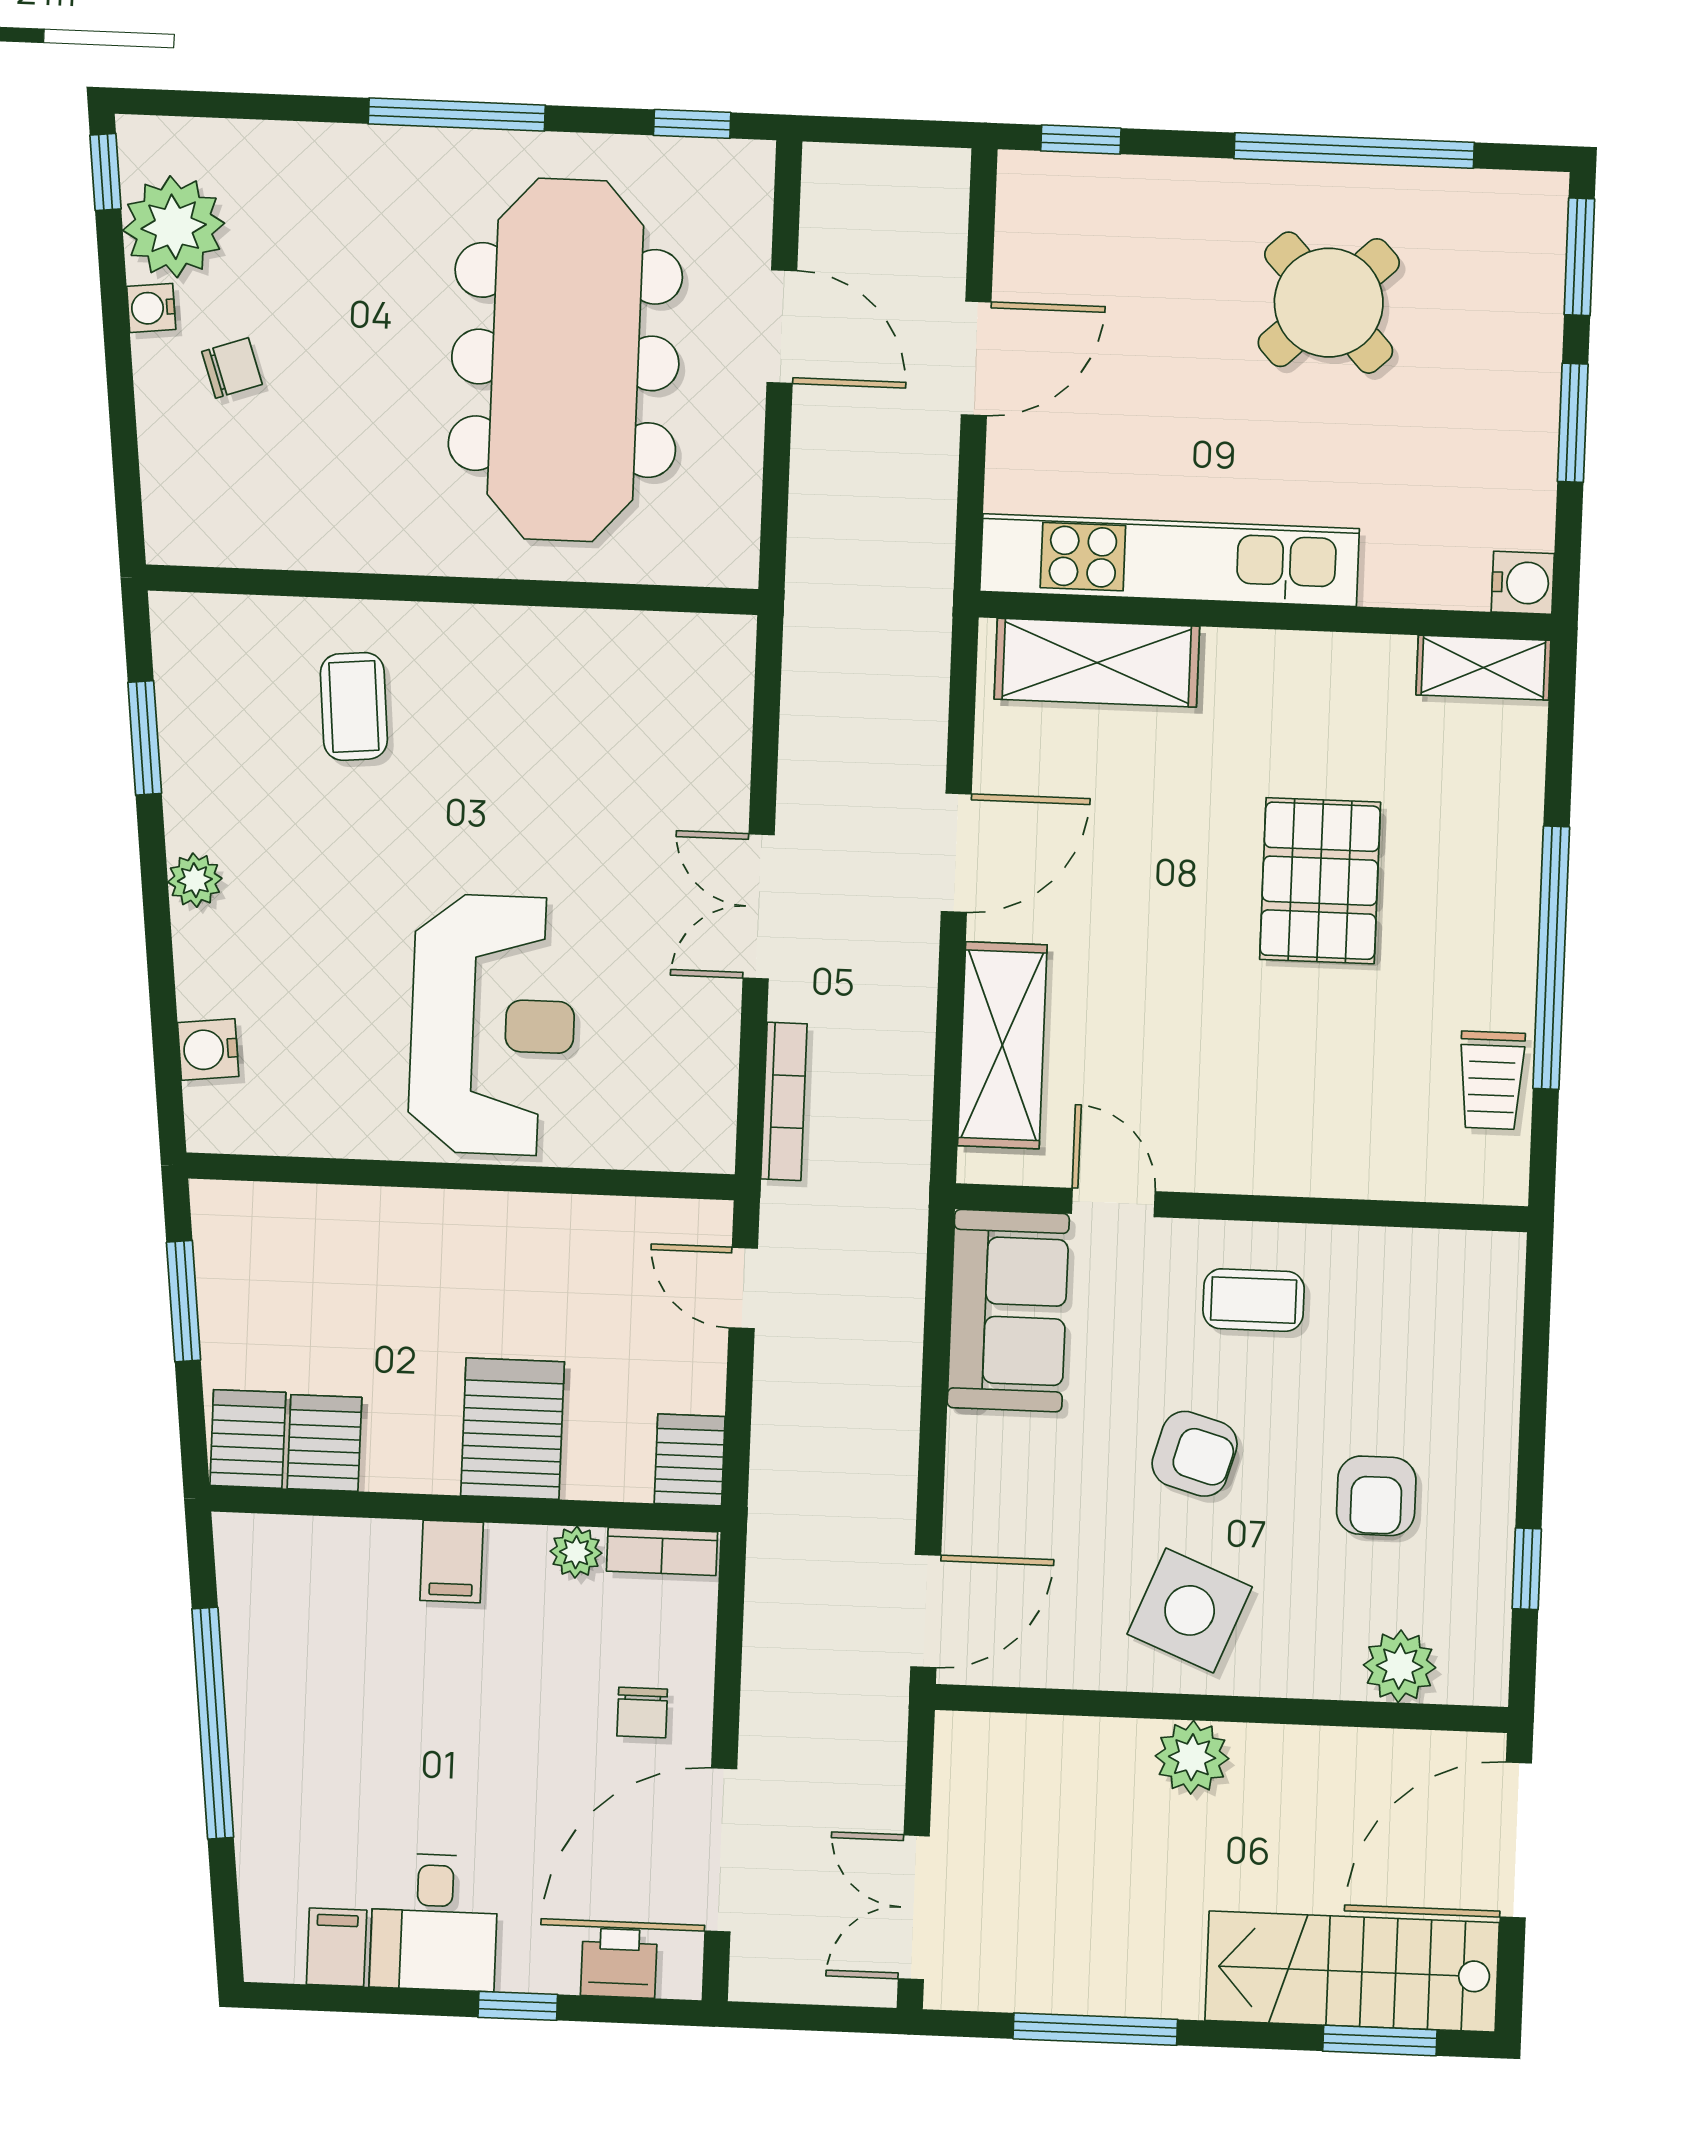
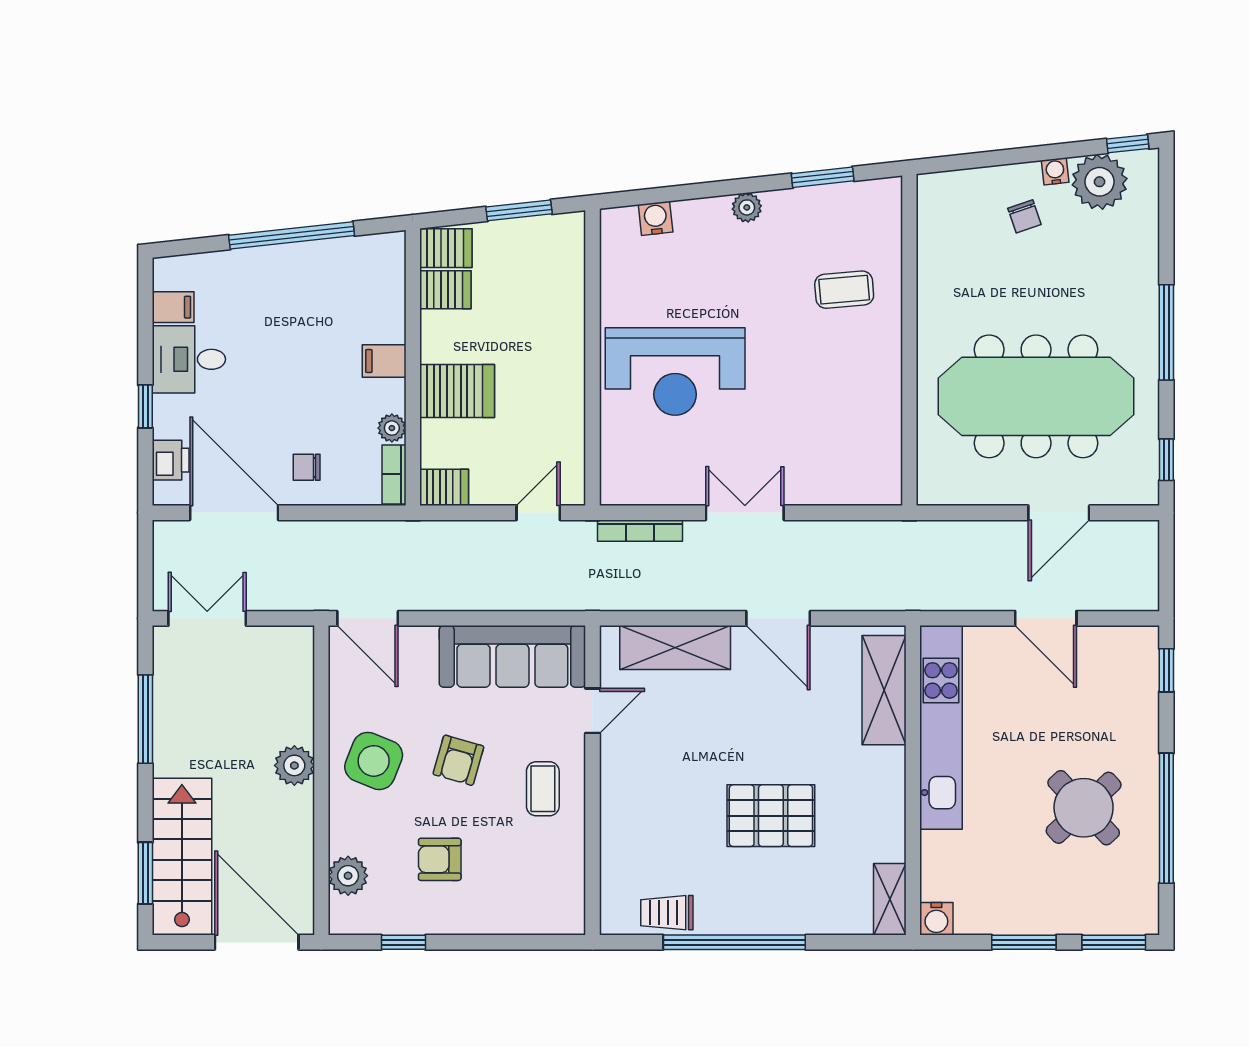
sofa: (1008, 1311) -> (512, 656), width x1.36

